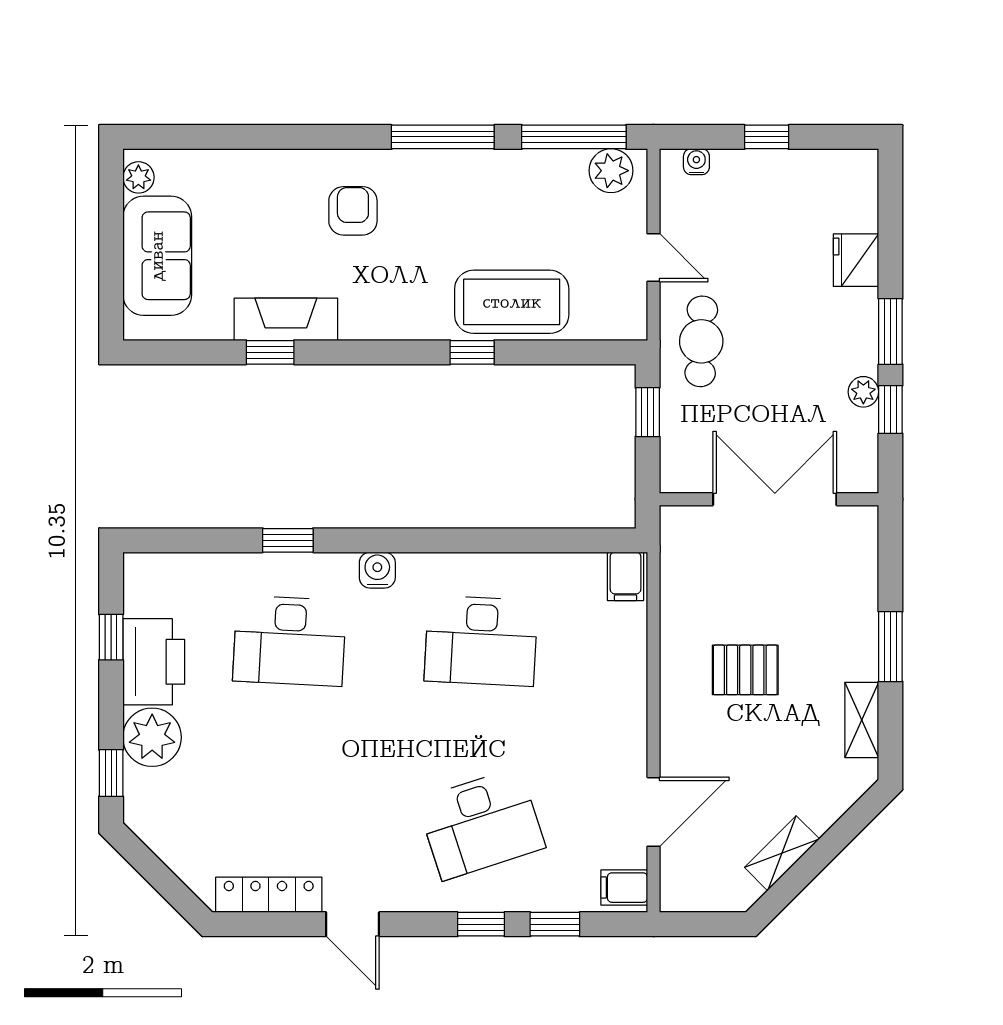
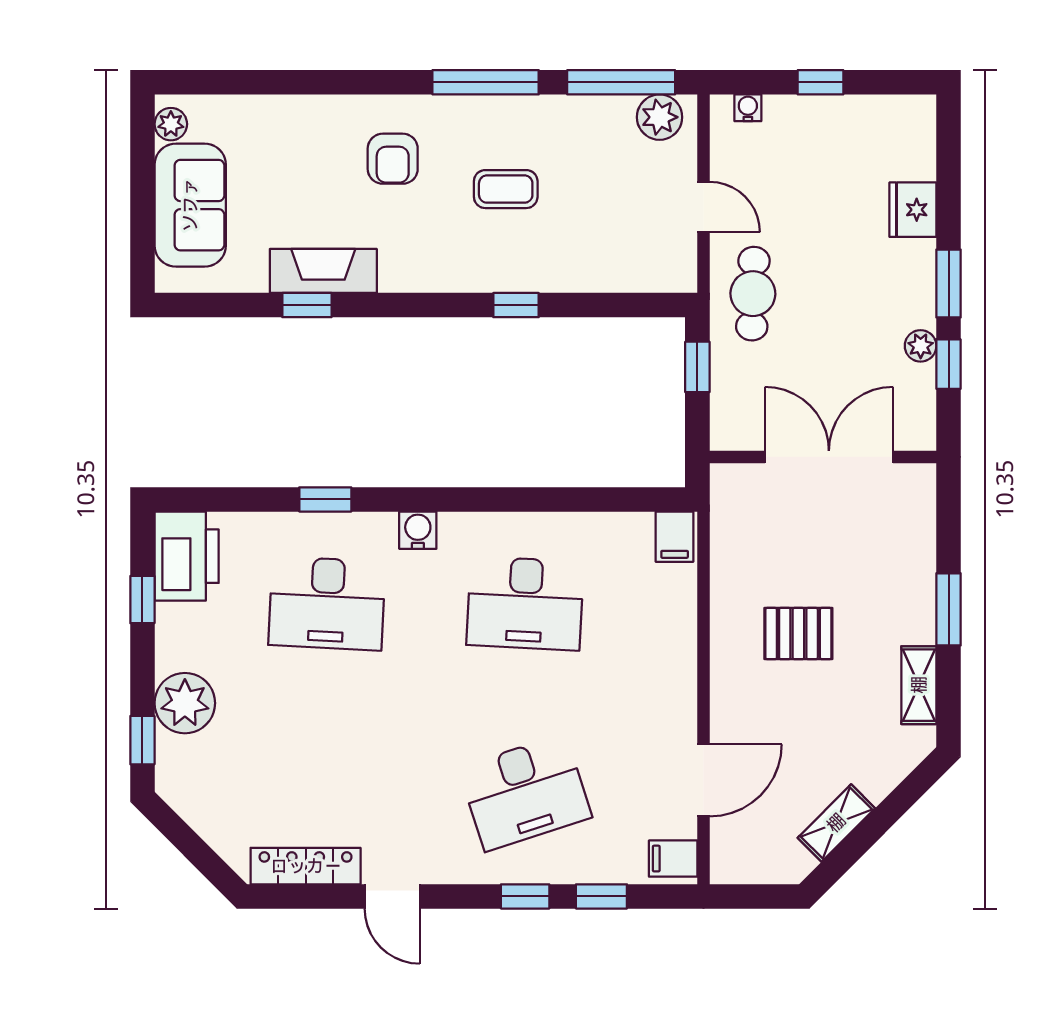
armchair: (353, 211) -> (393, 159), turned 180
coffee table: (512, 302) -> (506, 189), moved, width x0.54, depth x0.58
printer: (154, 662) -> (187, 556), moved

